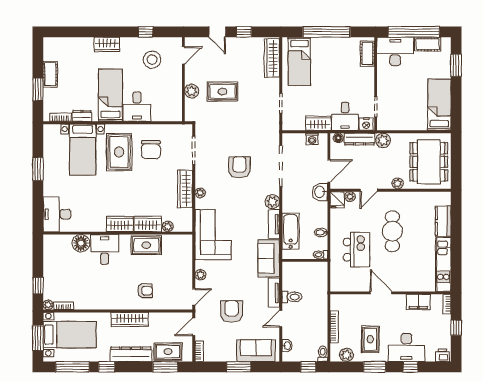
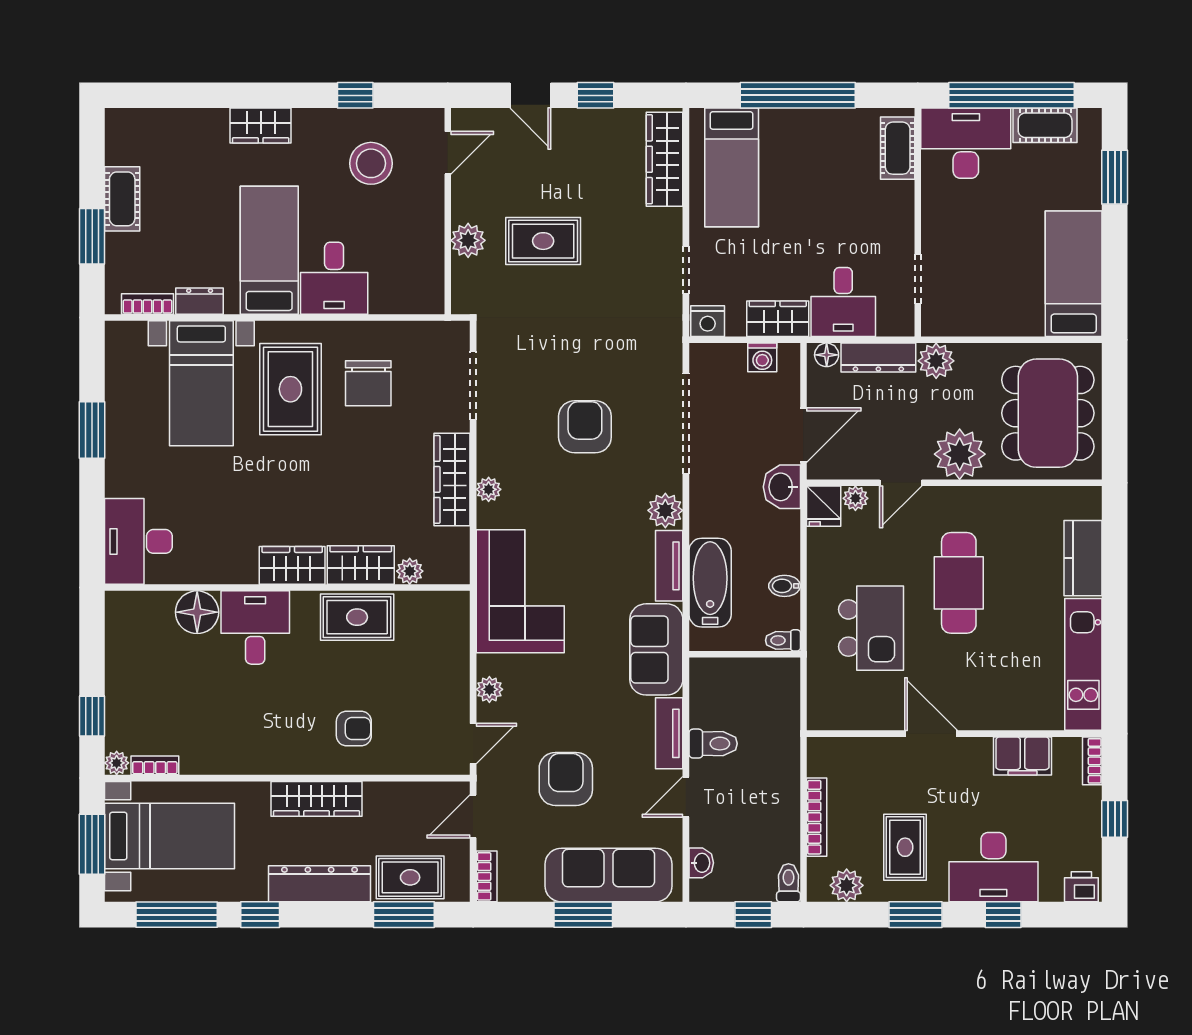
nightstand: (366, 124) -> (708, 321), moved
plant: (398, 183) -> (960, 454), width x1.87, depth x1.87
sofa: (256, 351) -> (608, 875), width x1.36

